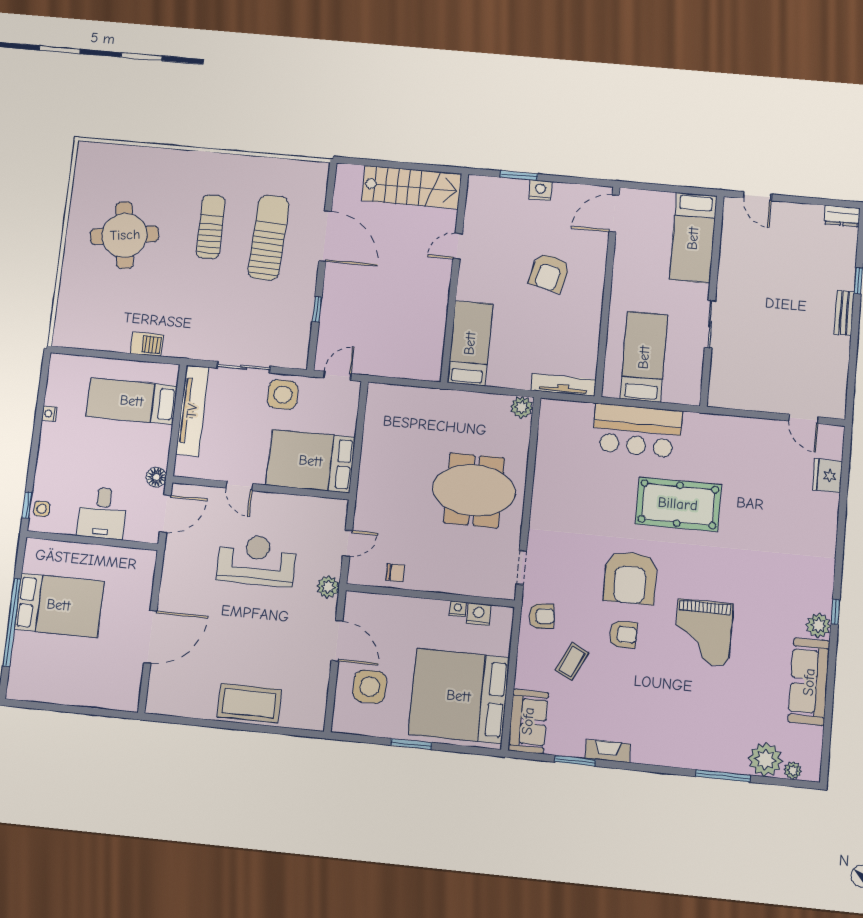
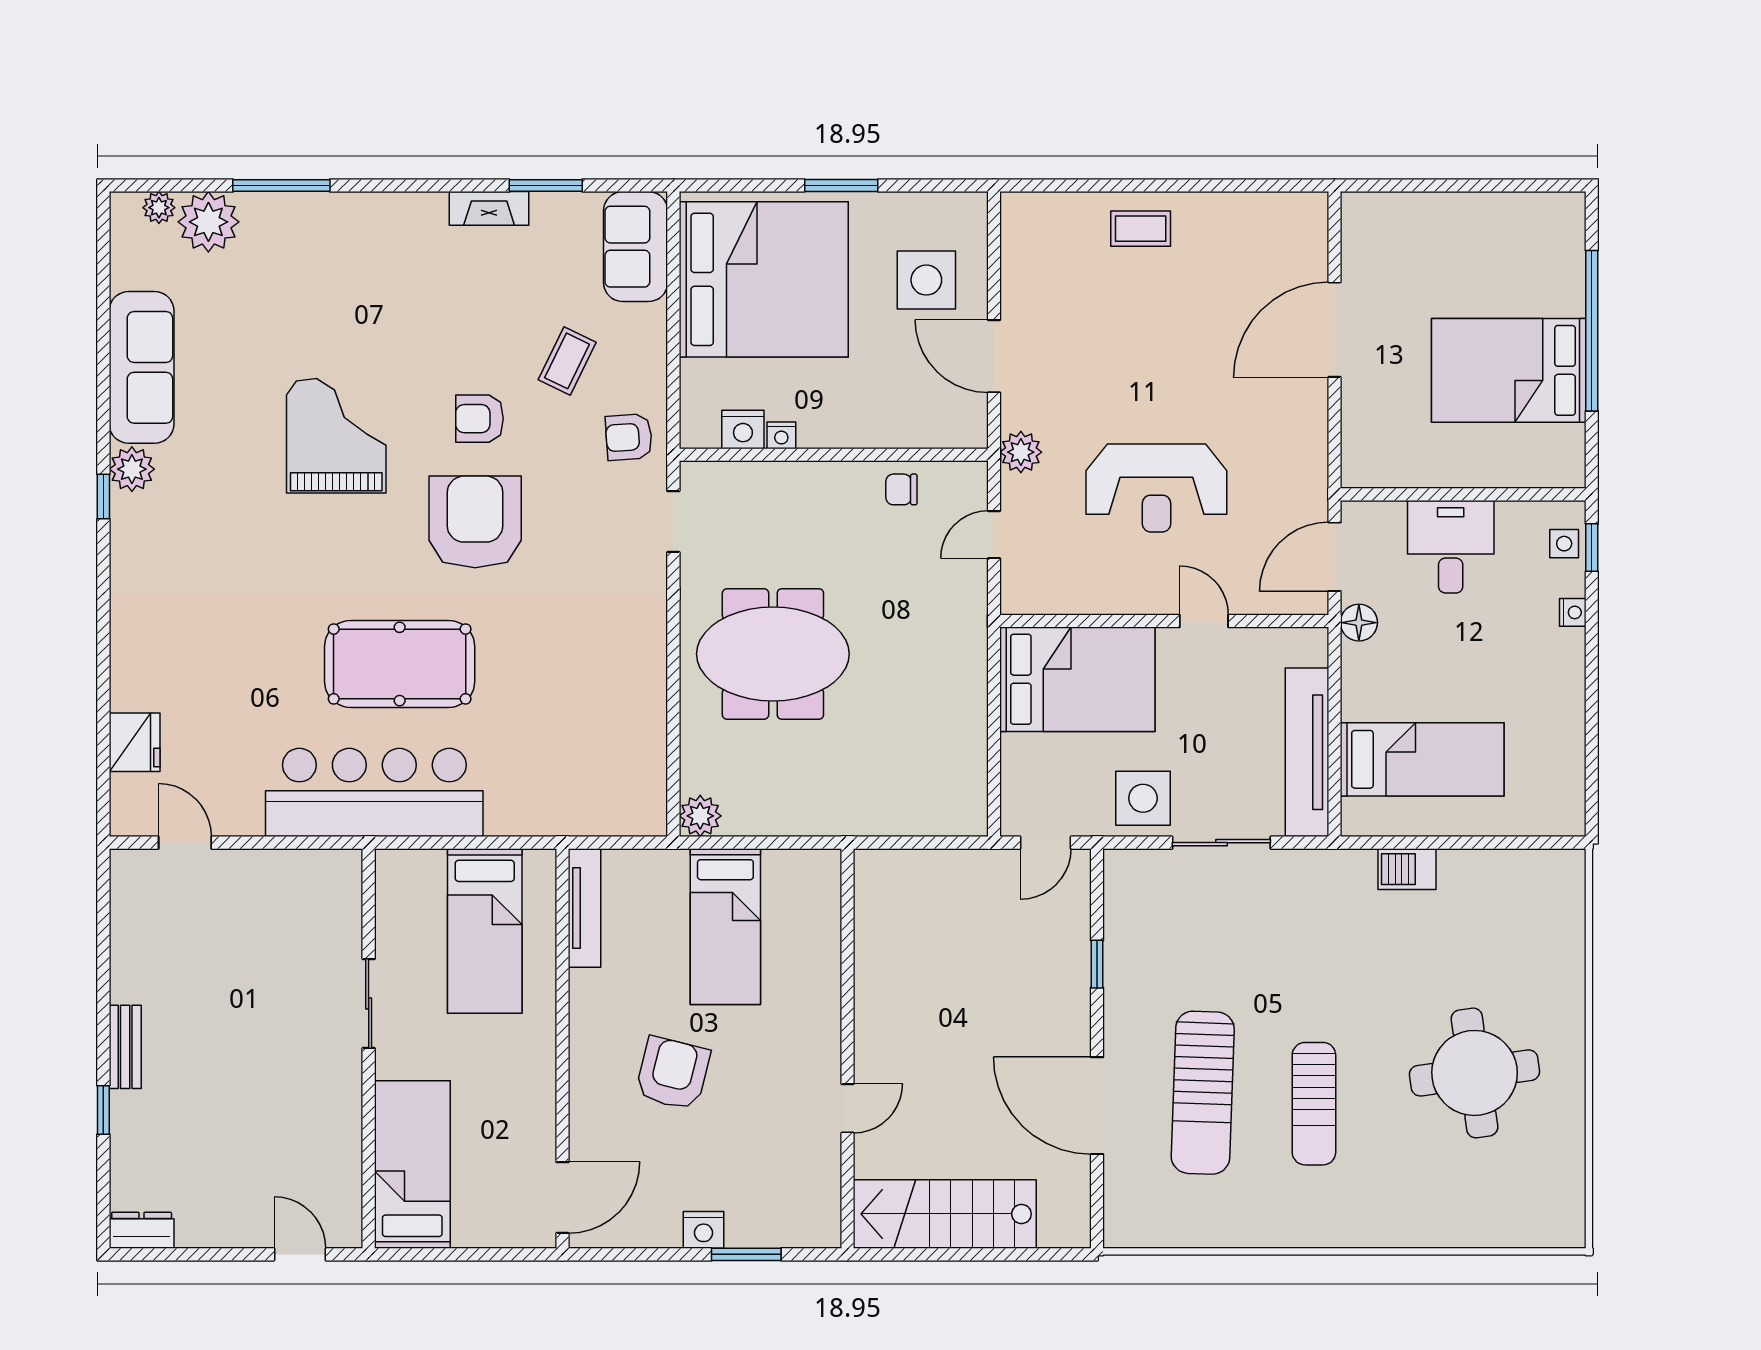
bed: (470, 343) -> (725, 927), moved
tv unit: (563, 385) -> (585, 908), moved, turned -90
nightstand: (49, 414) -> (1573, 612), moved
bar counter: (637, 431) -> (374, 792), moved, width x1.36
coffee table: (249, 703) -> (1141, 229), width x0.54, depth x0.58

